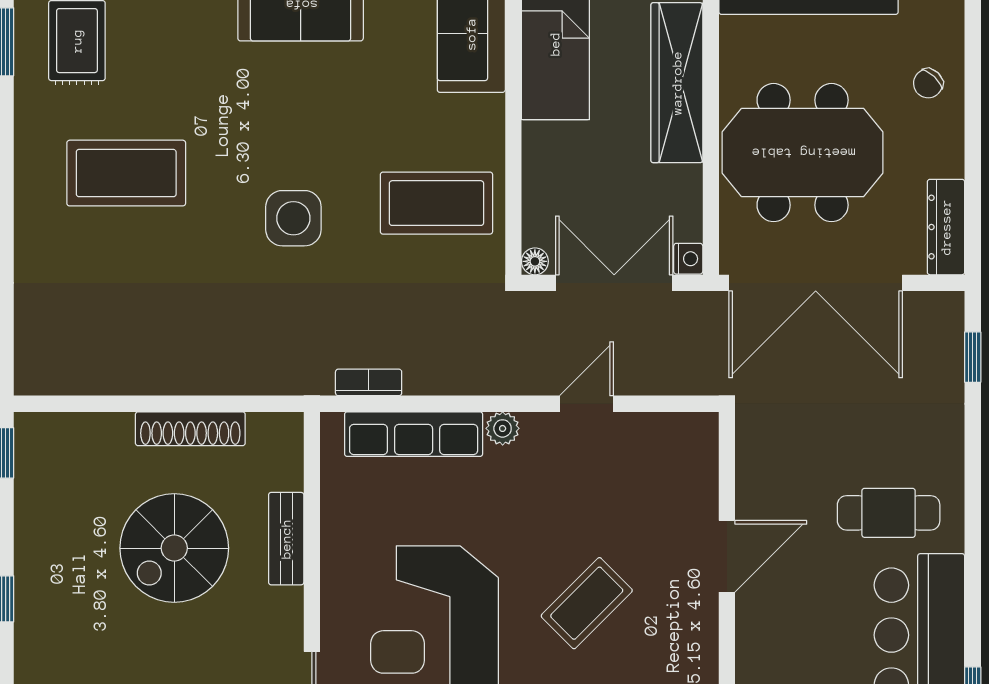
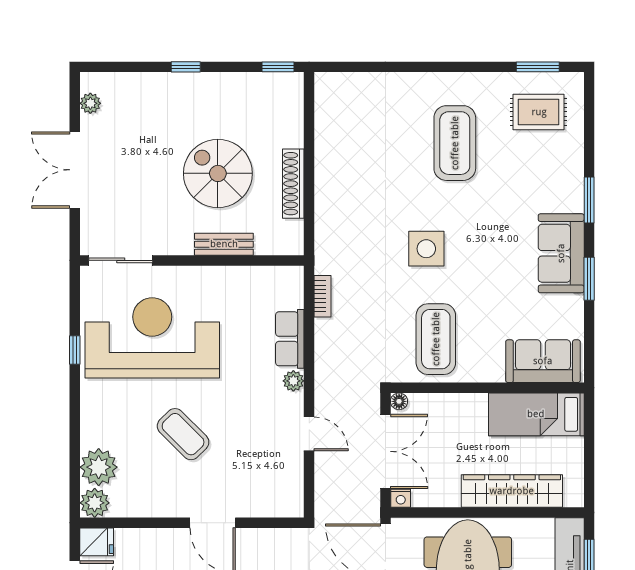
row of seats: (414, 434) -> (290, 339), width x0.68

